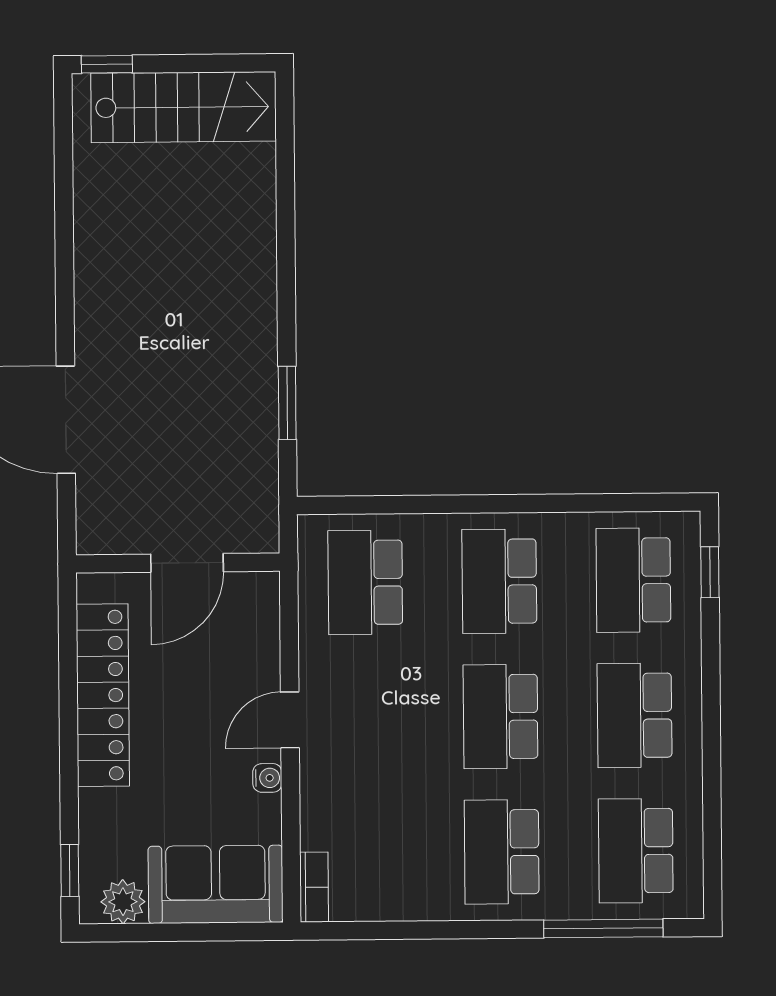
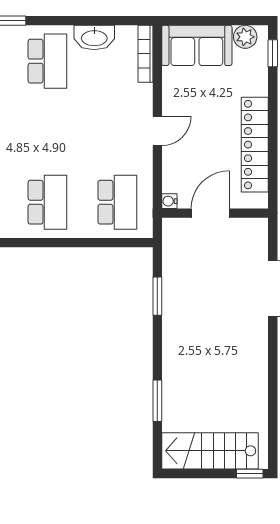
window: (285, 202) -> (157, 401), added
school desk: (501, 717) -> (47, 132), removed
water cooler: (267, 778) -> (169, 201), moved
bookcase: (314, 887) -> (145, 54), width x1.56
washbasin: (412, 898) -> (94, 37), added

